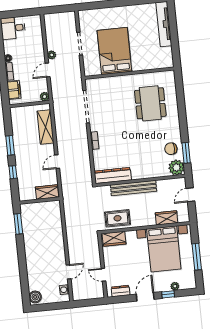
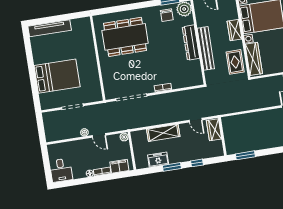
bed: (114, 51) -> (57, 76), moved, turned 180
dining table: (150, 103) -> (125, 37), width x1.36, depth x1.24
shelving: (46, 127) -> (163, 133), moved
freezer: (19, 131) -> (158, 160), added
door: (57, 162) -> (196, 120), moved
dresser: (113, 175) -> (191, 43), moved
wardrobe: (166, 218) -> (235, 30), moved
wardrobe: (114, 239) -> (254, 59), width x1.50

